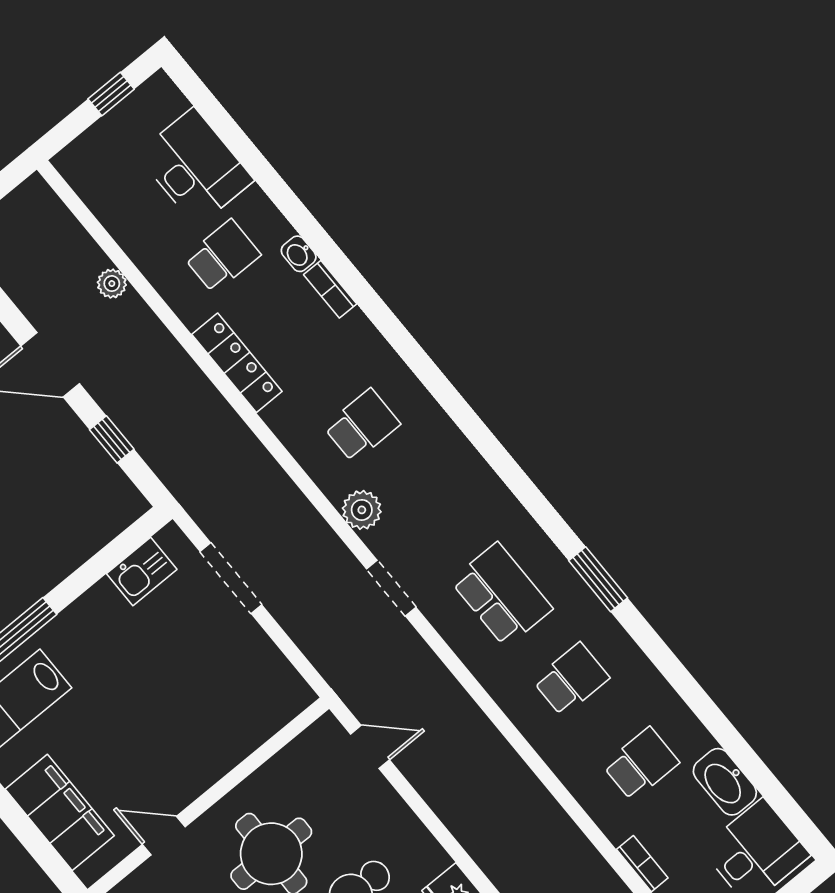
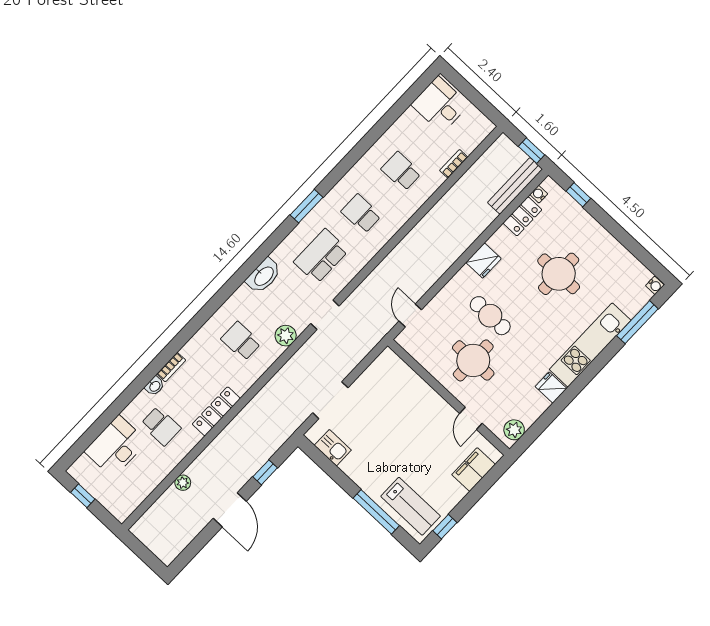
school desk: (222, 256) -> (161, 426), turned 180
washbasin: (725, 782) -> (264, 276), moved
filing cabinet: (60, 812) -> (473, 470), width x0.67, depth x0.86

